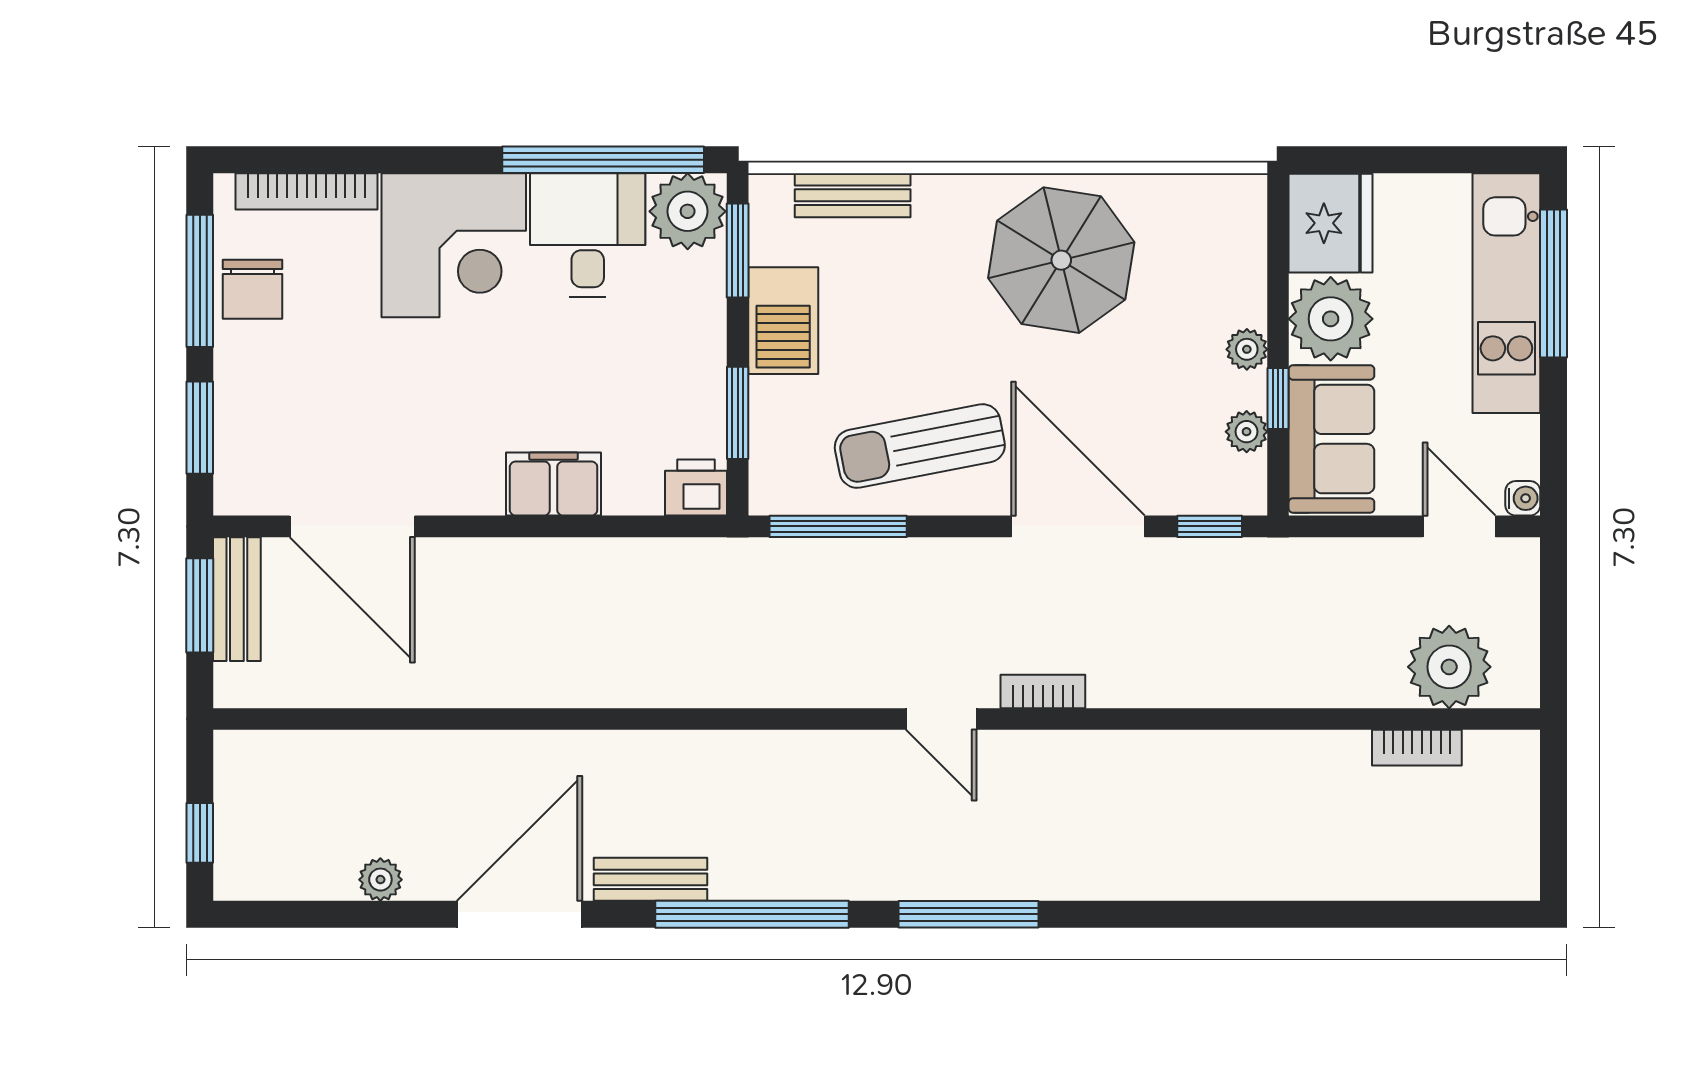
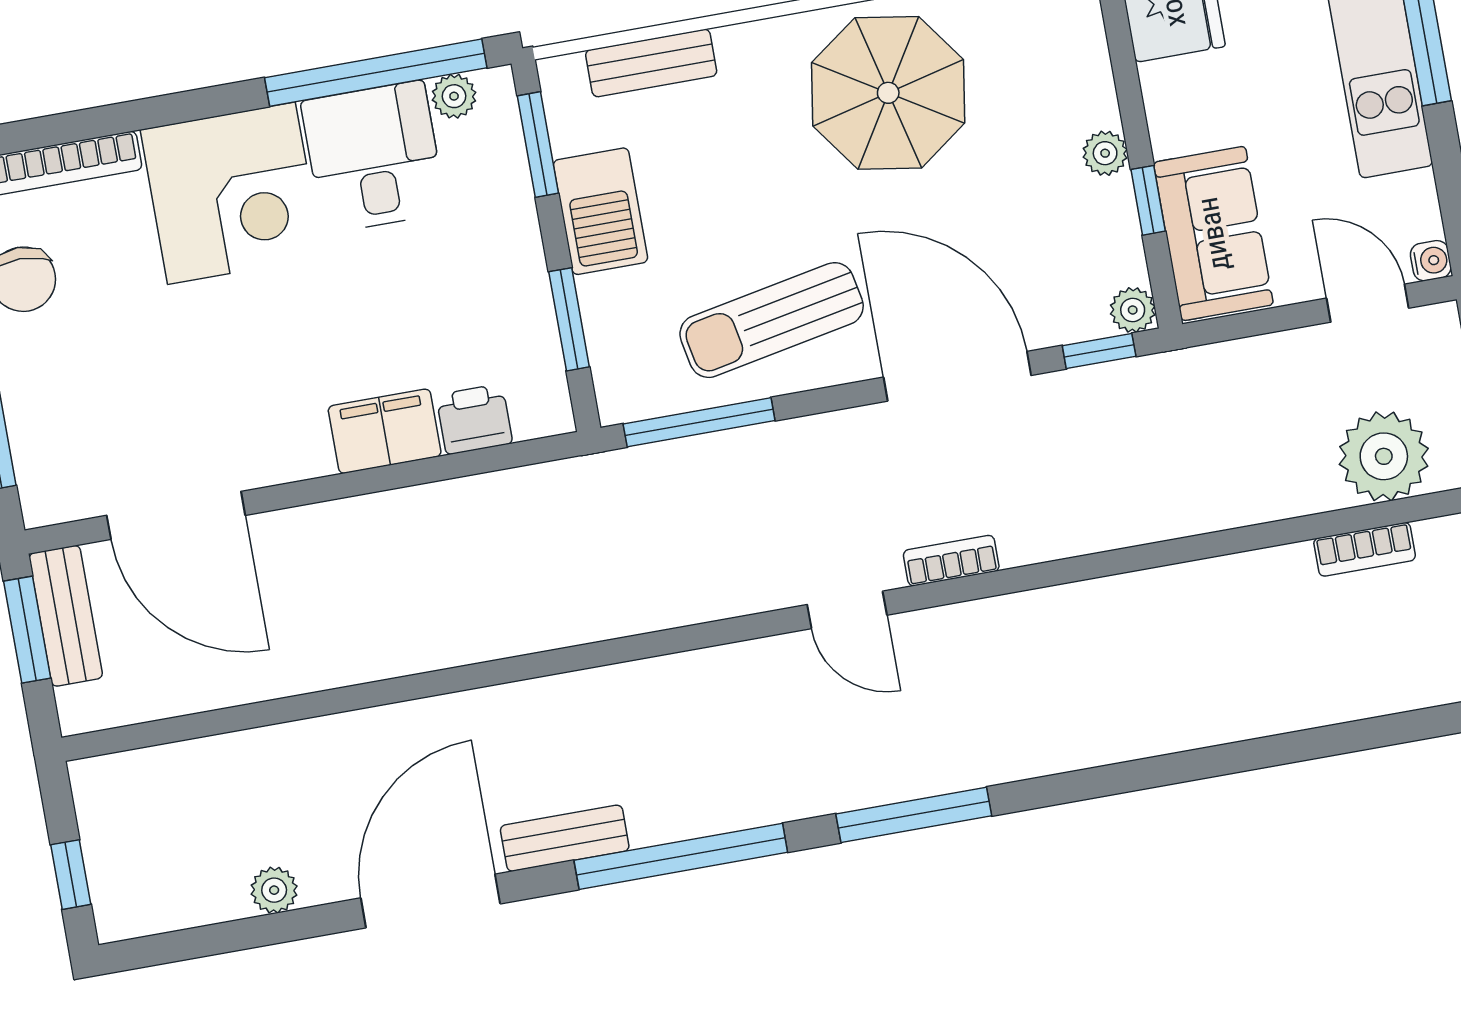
plant: (688, 211) -> (454, 96), width x0.53, depth x0.53
plant: (1331, 319) -> (1189, 104), removed
plant: (1247, 432) -> (1133, 310), moved
printer: (696, 488) -> (474, 419), moved

